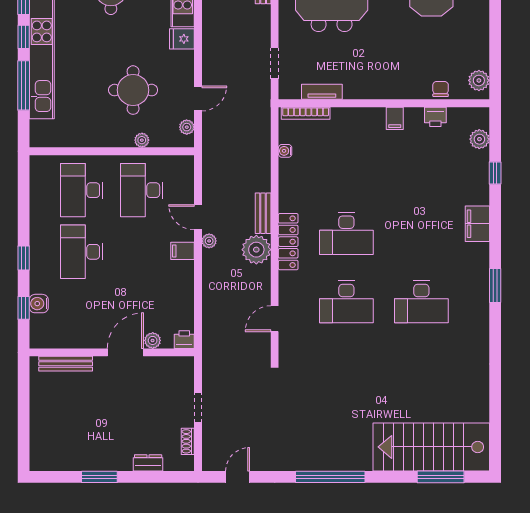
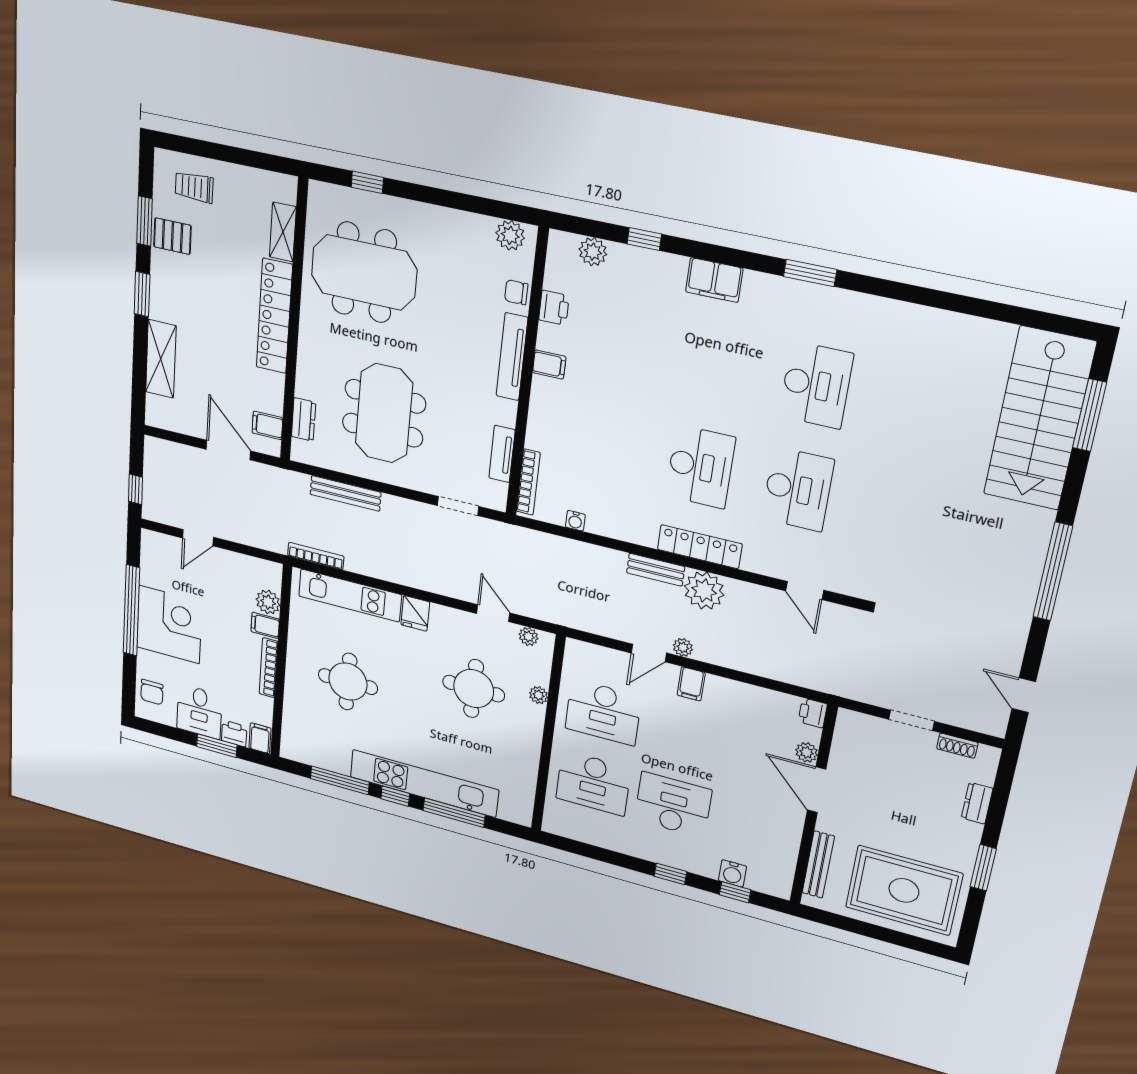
tv unit: (394, 91) -> (512, 357), added
desk: (82, 252) -> (673, 805), turned 180
rug: (64, 427) -> (904, 890), added

